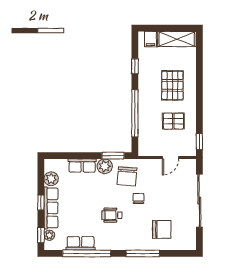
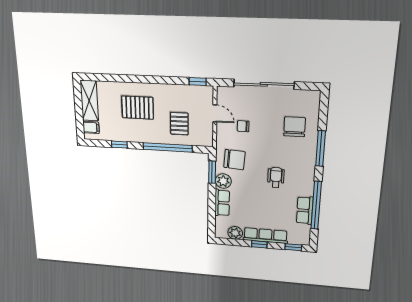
pallet: (173, 121) -> (179, 124), moved
chair: (139, 198) -> (243, 126), moved
wheelchair: (112, 215) -> (276, 177), turned 180
plant: (49, 235) -> (294, 239), removed

